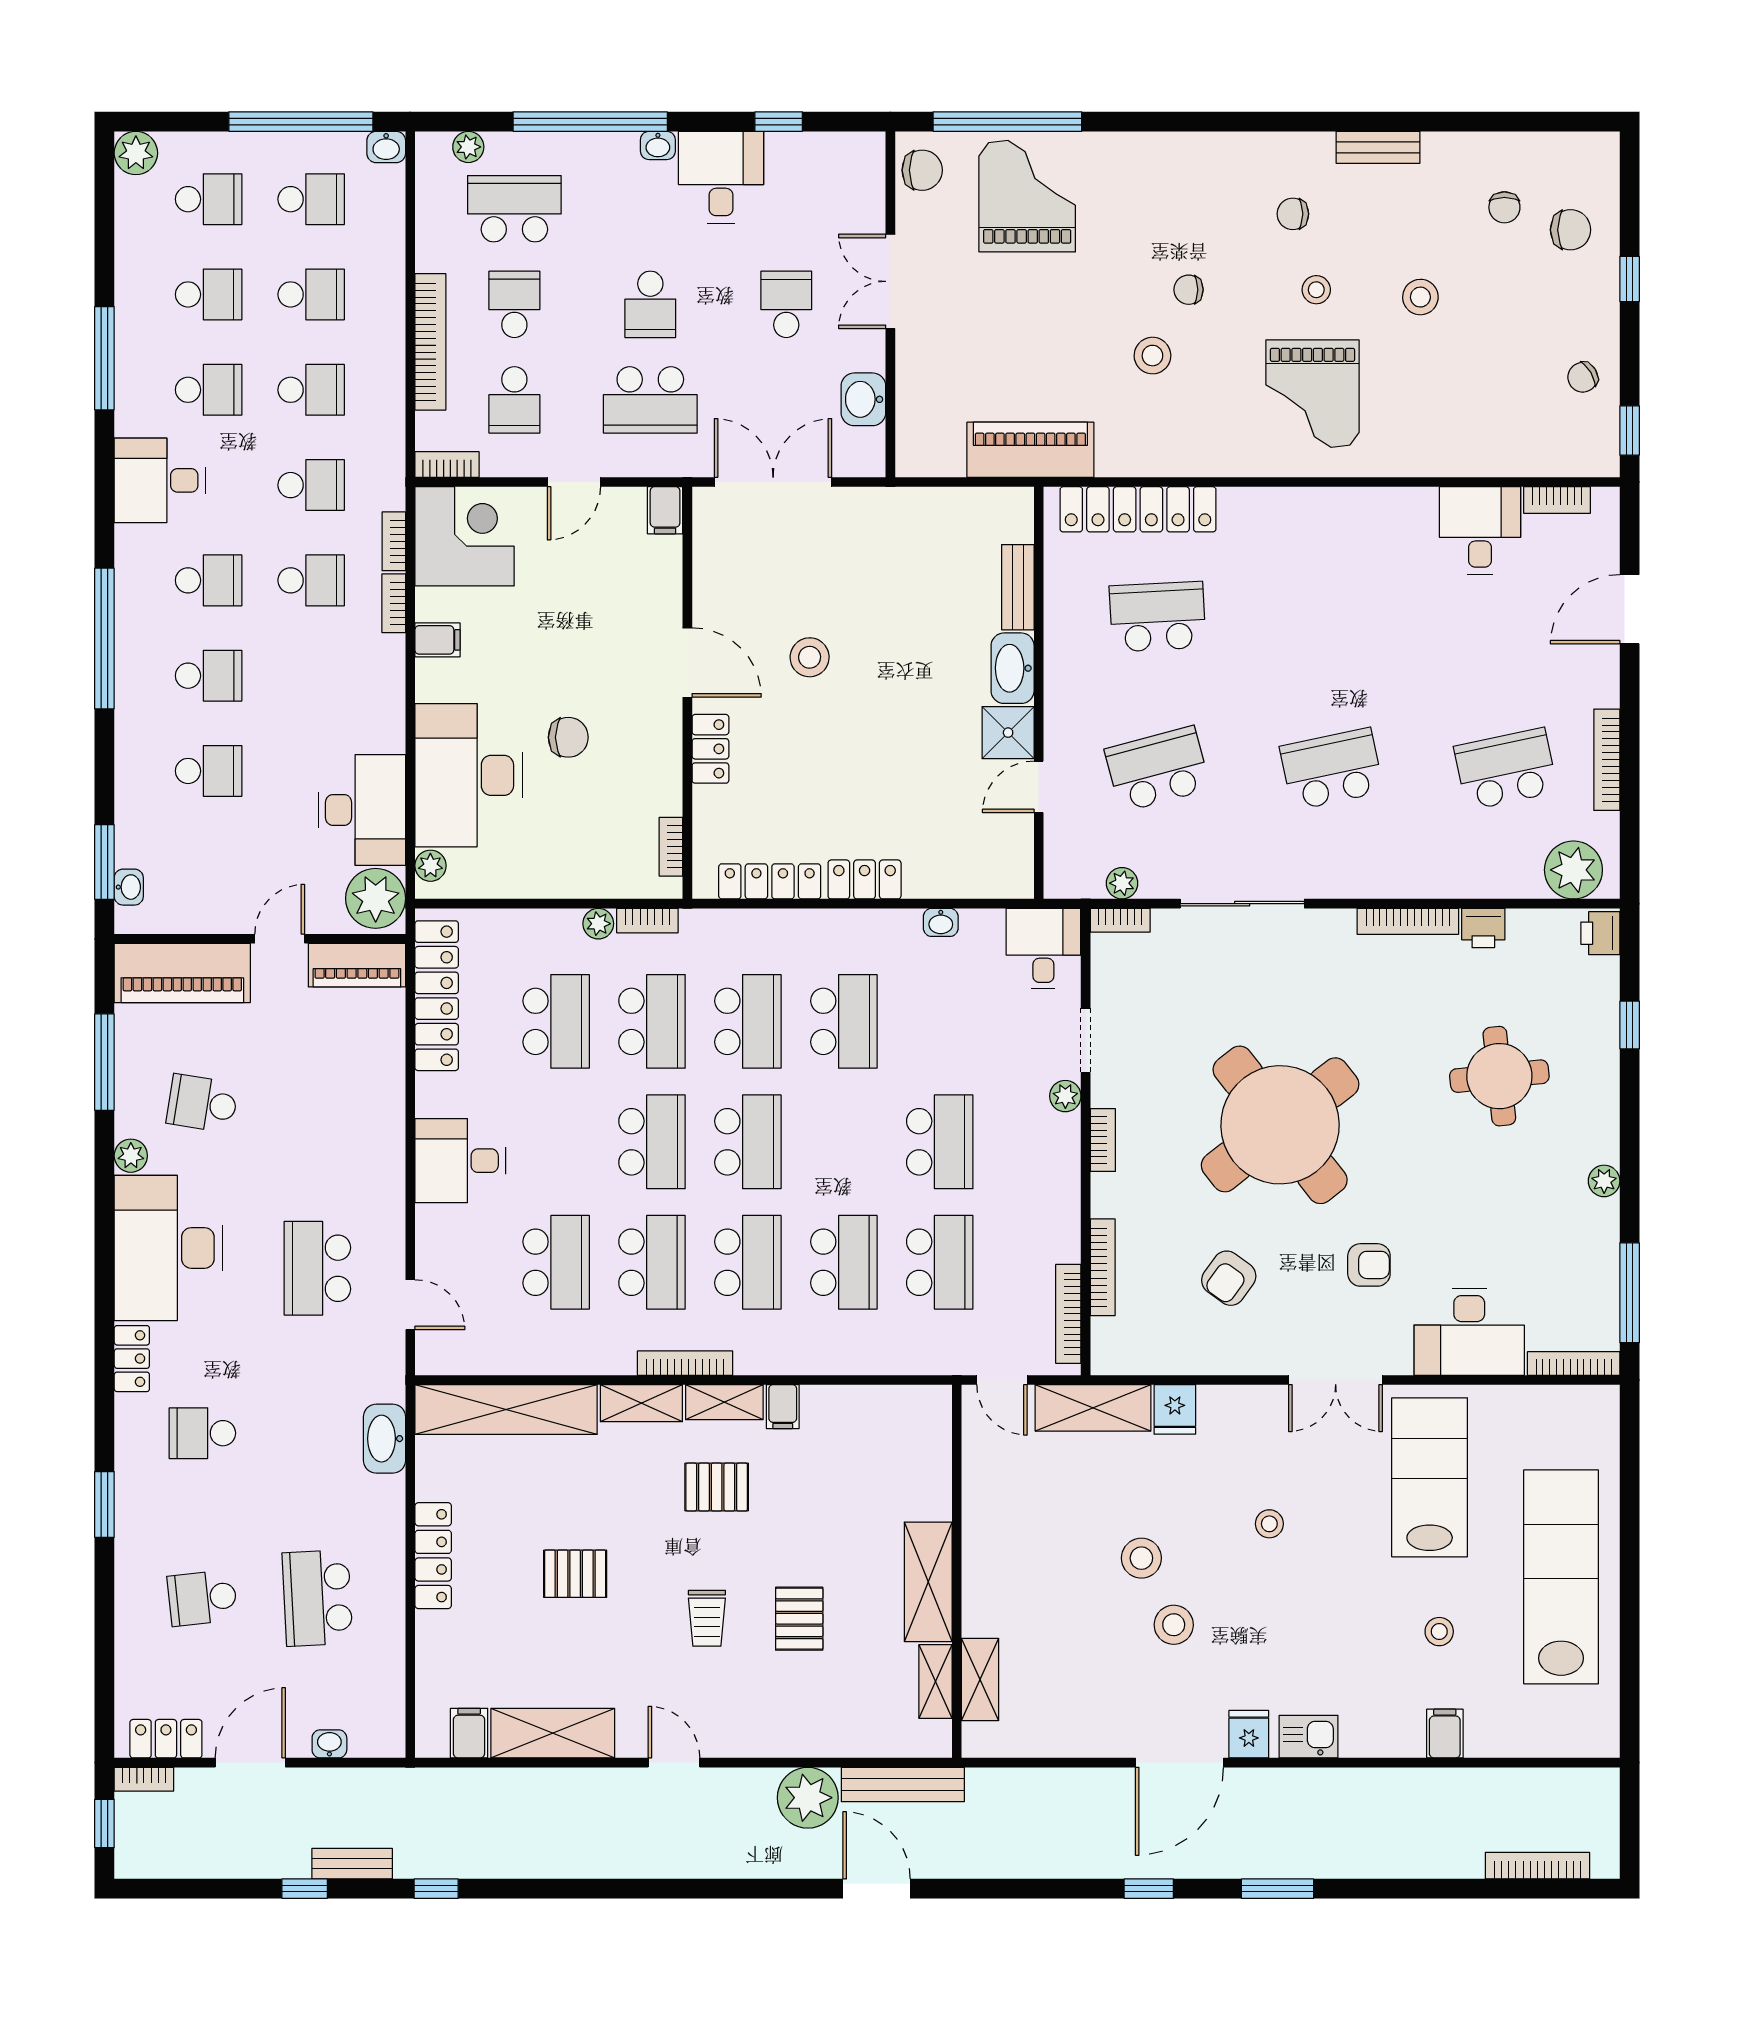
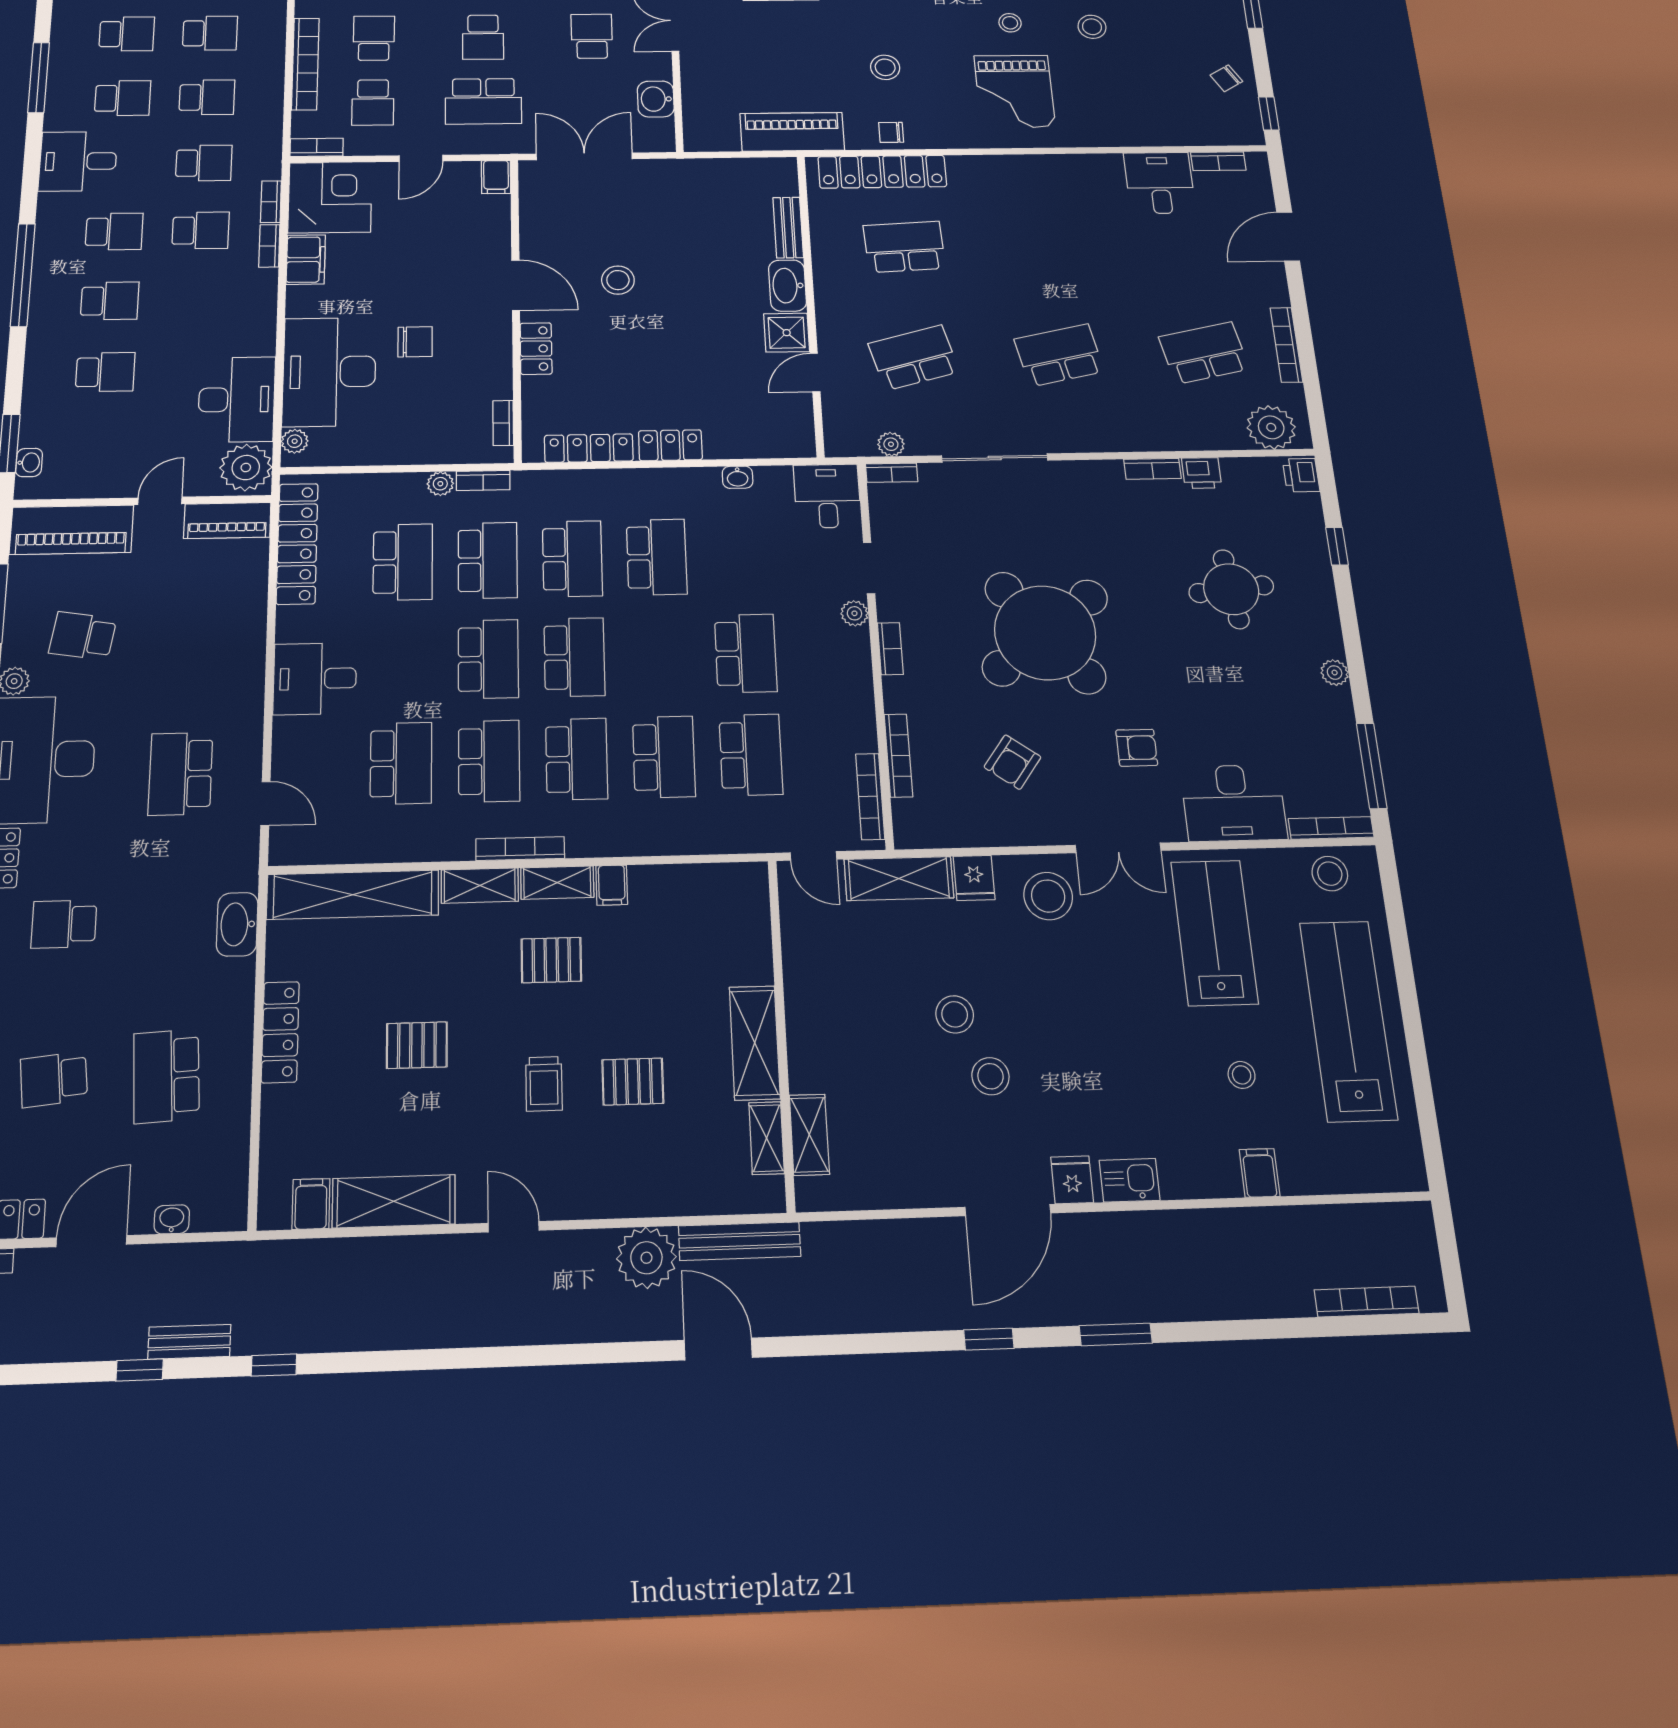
chair: (1189, 290) -> (891, 132), moved
filing cabinet: (437, 640) -> (306, 260), width x2.00
bookcase: (1408, 921) -> (1152, 469), width x0.64
stool: (1565, 1415) -> (1330, 874), added
stool: (1269, 1524) -> (1048, 896), moved, width x1.89, depth x1.89
pallet: (799, 1619) -> (633, 1082), turned 90

